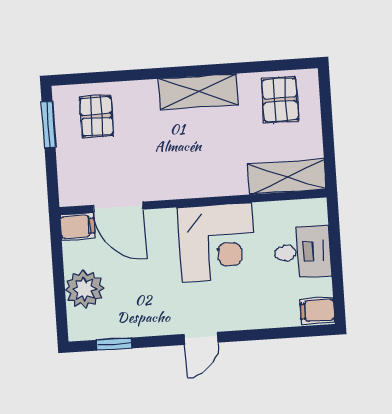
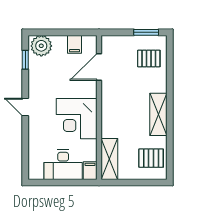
filing cabinet: (77, 227) -> (74, 44), moved
desk: (303, 252) -> (63, 165), width x1.37
plant: (84, 289) -> (41, 46), moved
filing cabinet: (317, 310) -> (90, 171), moved

